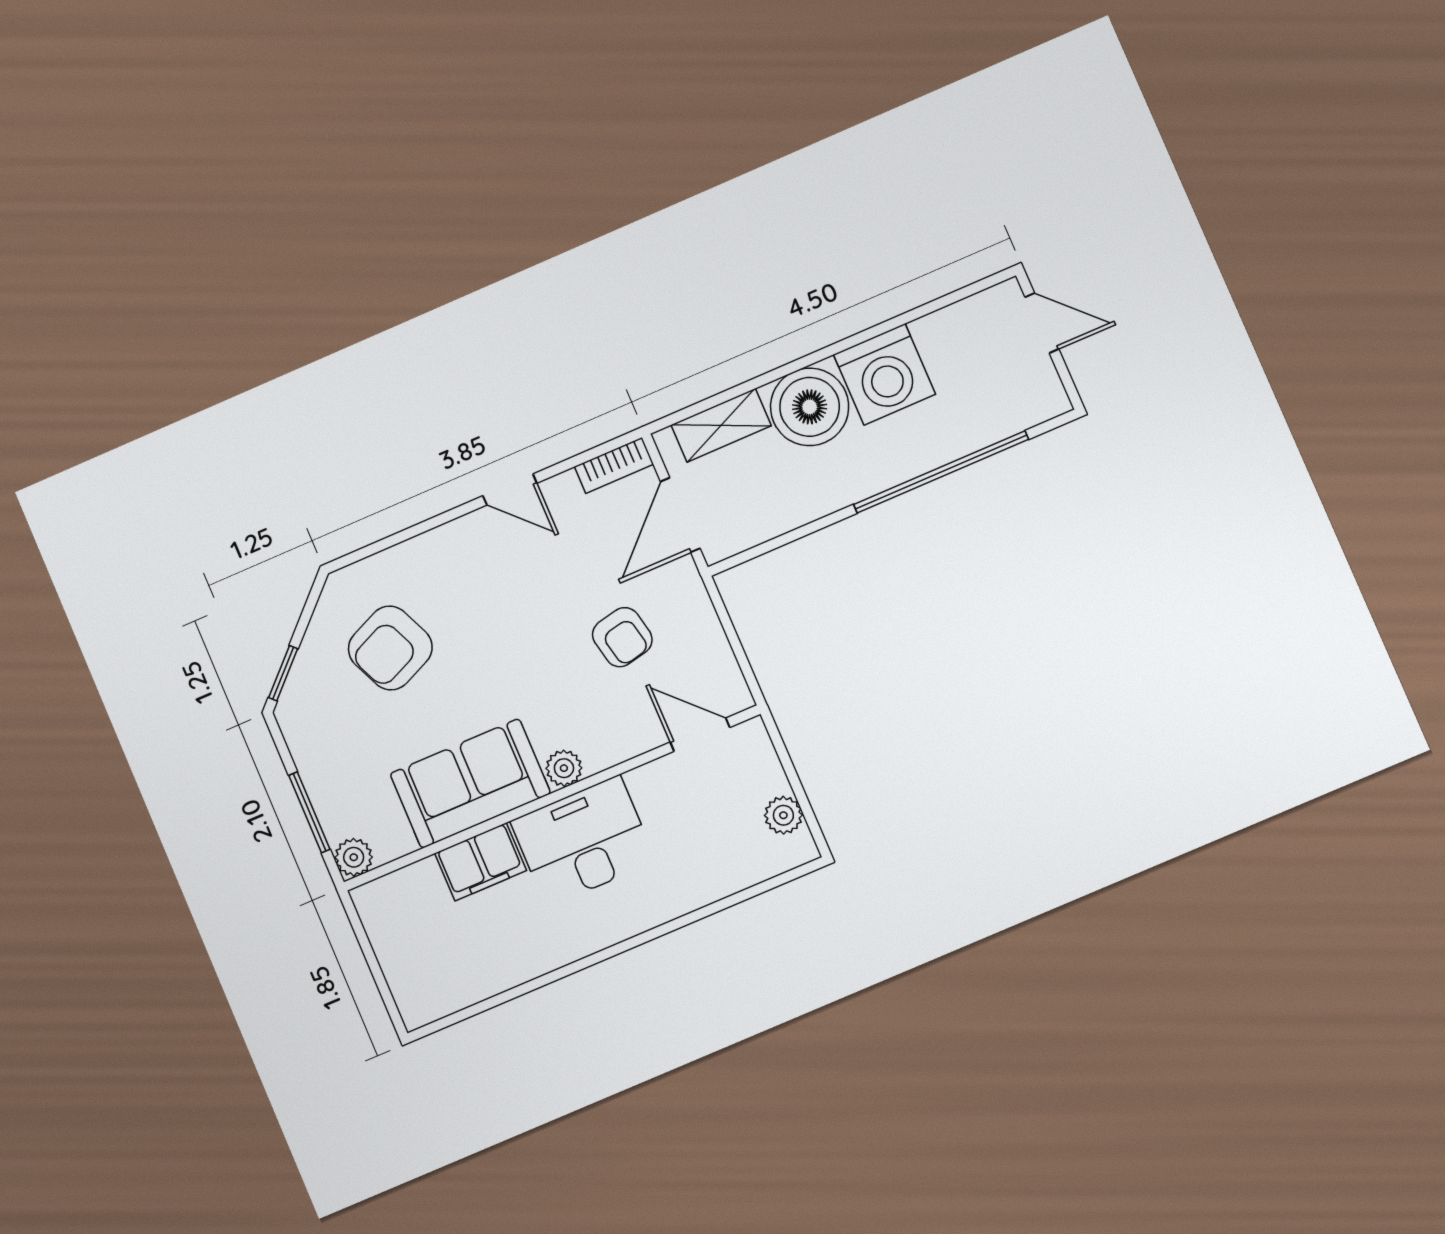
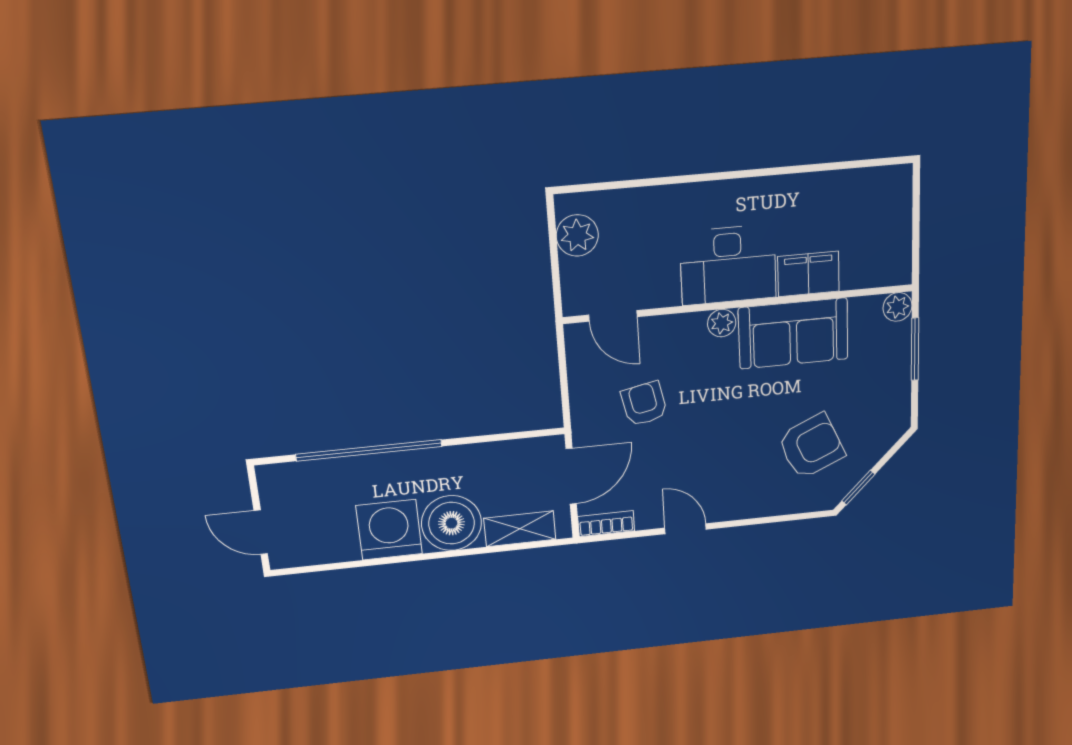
window: (283, 673) -> (858, 488), moved
plant: (783, 815) -> (577, 235), width x1.38, depth x1.38

